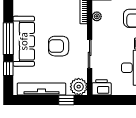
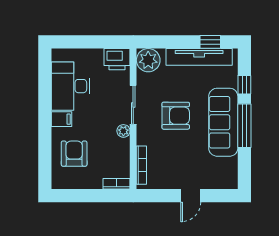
plant: (97, 16) -> (123, 131), moved
window: (66, 100) -> (210, 42), moved

